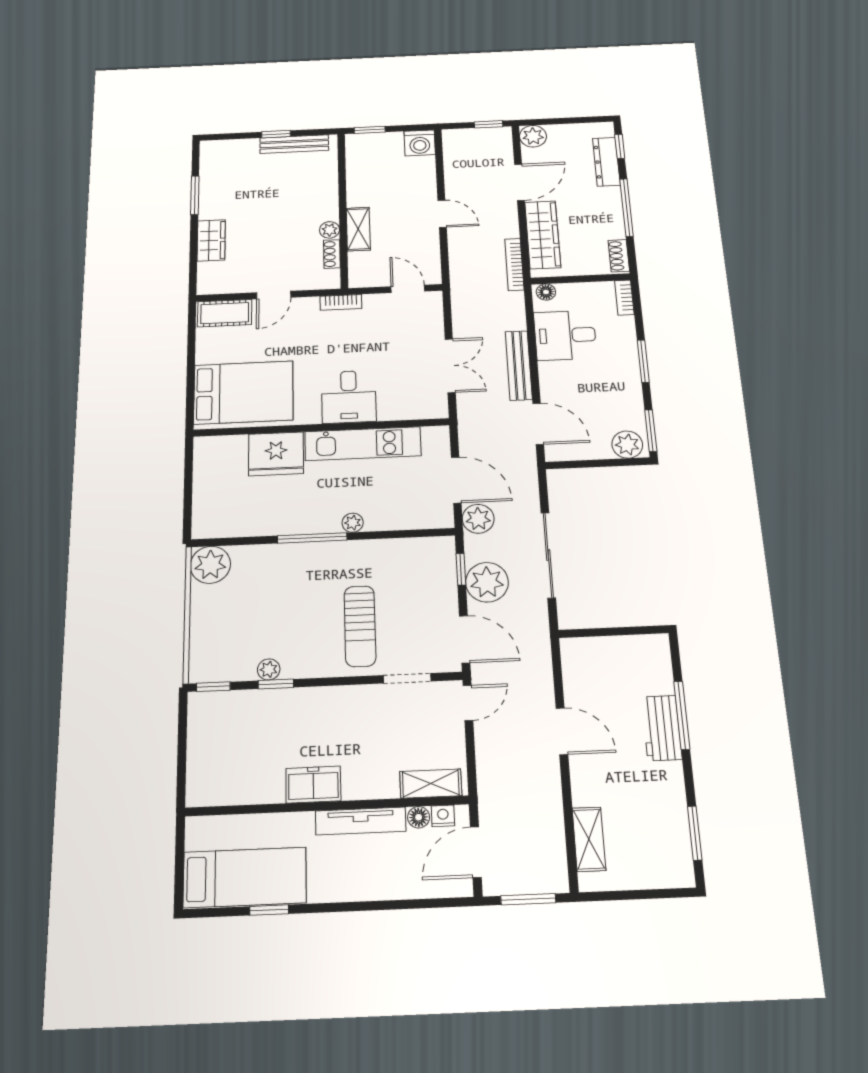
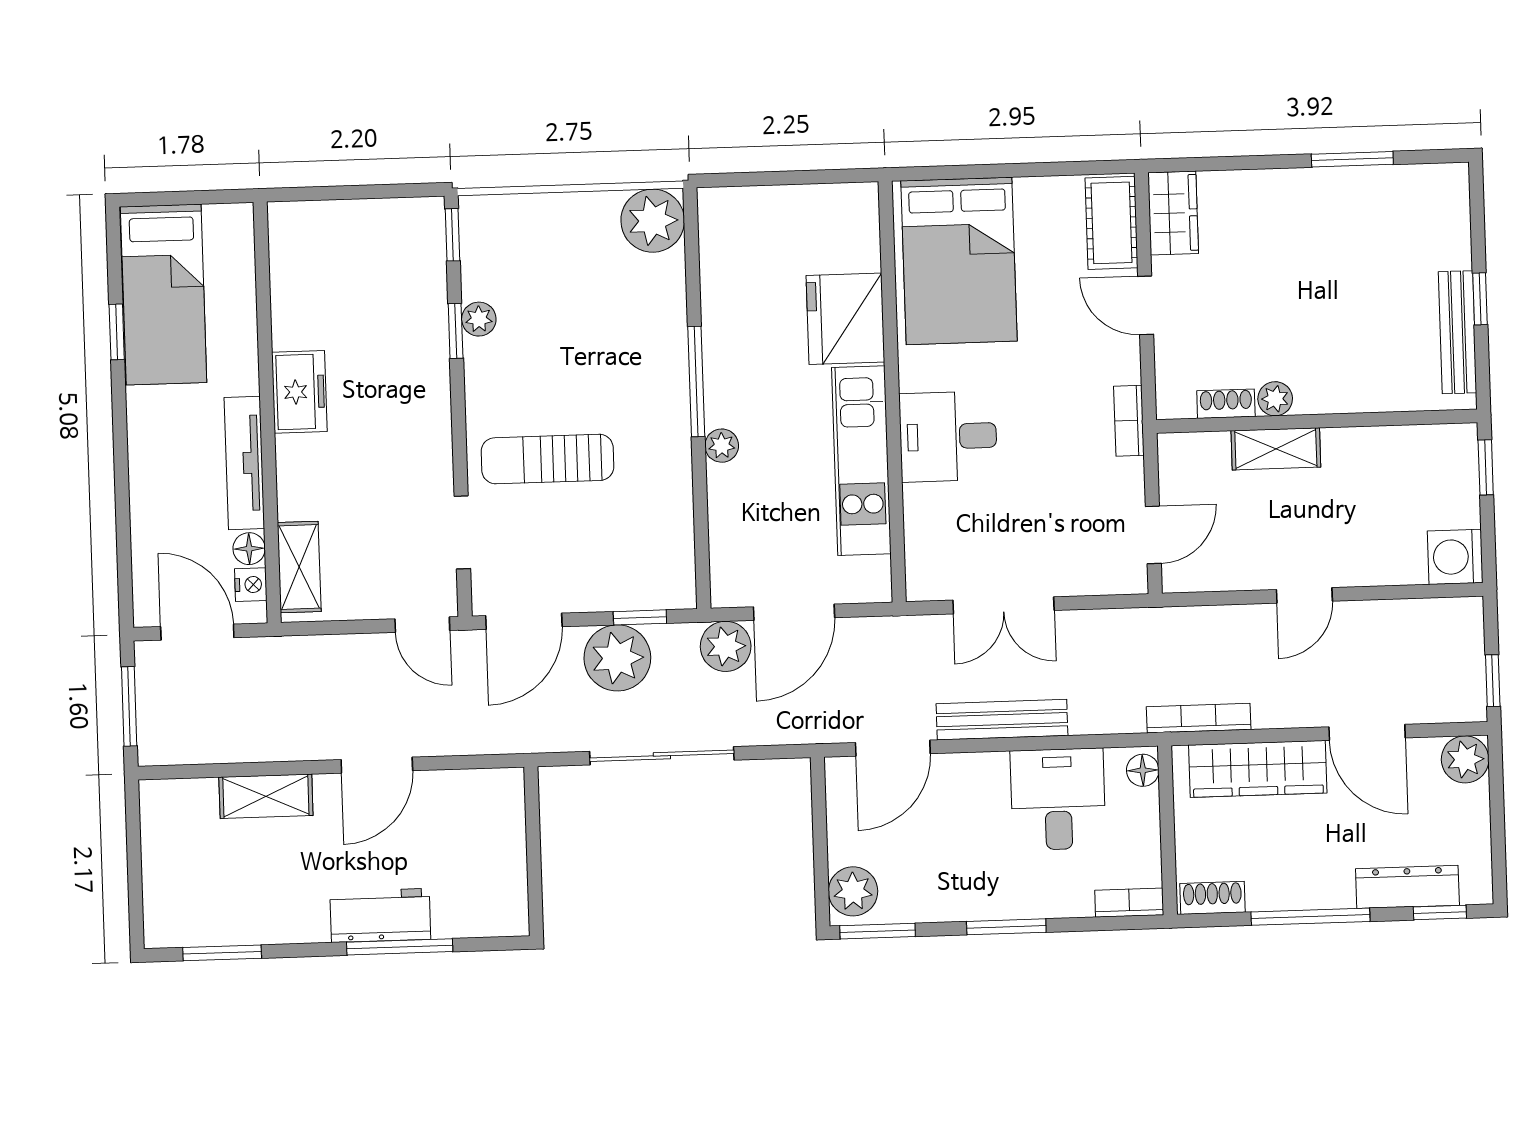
wardrobe: (211, 240) -> (1173, 213), moved, turned -90
shelving: (589, 839) -> (266, 796), moved

